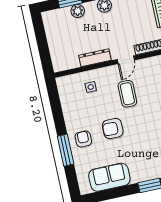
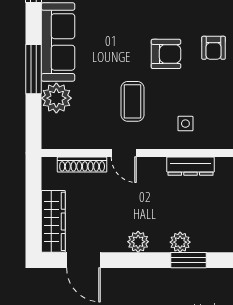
dresser: (95, 58) -> (191, 166), moved
door: (126, 60) -> (124, 153), swing flipped

